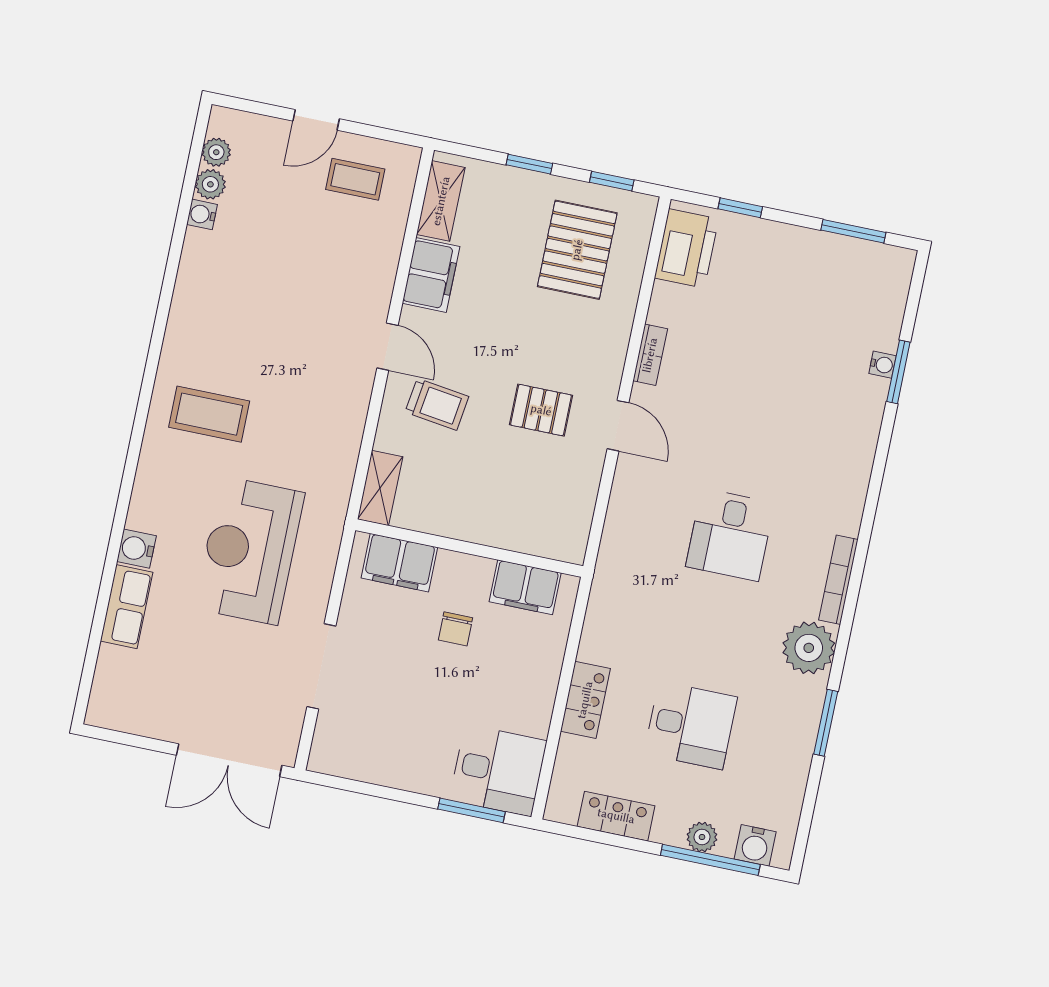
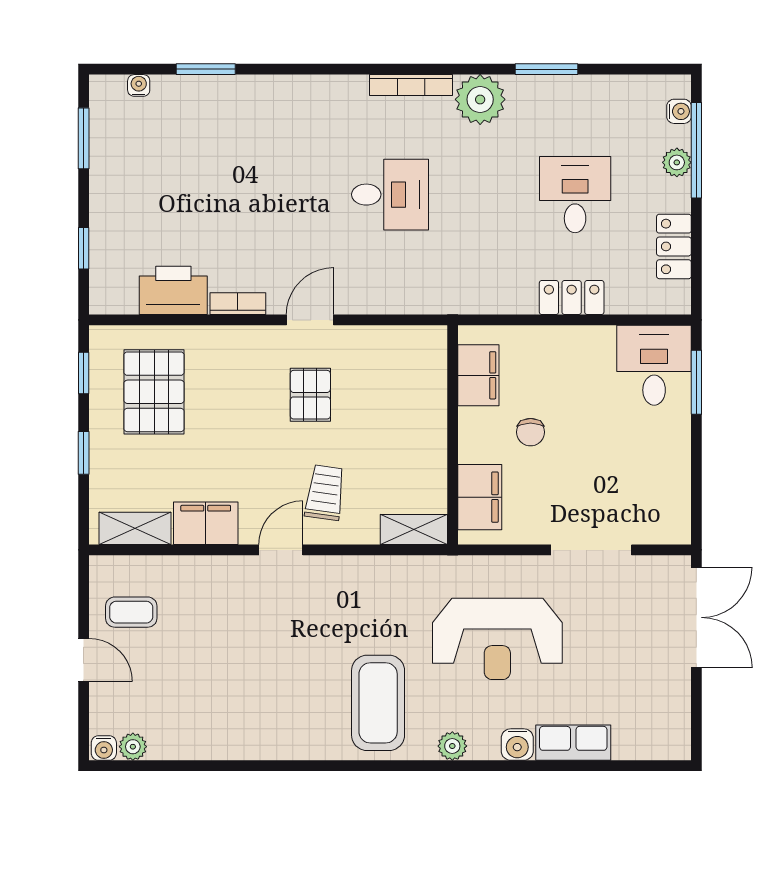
coffee table: (355, 179) -> (131, 612), turned 90
plant: (210, 184) -> (452, 746), moved
water cooler: (202, 214) -> (104, 748), moved
printer: (686, 248) -> (173, 290), moved
pallet: (577, 250) -> (154, 392), turned 90
water cooler: (882, 365) -> (139, 85), moved
coffee table: (209, 414) -> (378, 703), width x1.36, depth x1.32
chair: (455, 629) -> (531, 432), turned 90
water cooler: (755, 845) -> (679, 111), width x0.72, depth x0.72

